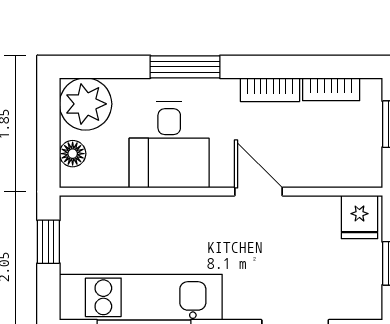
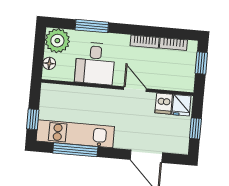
window: (185, 67) -> (92, 26), moved
dishwasher: (322, 217) -> (164, 104), added
window: (48, 242) -> (33, 119), moved

